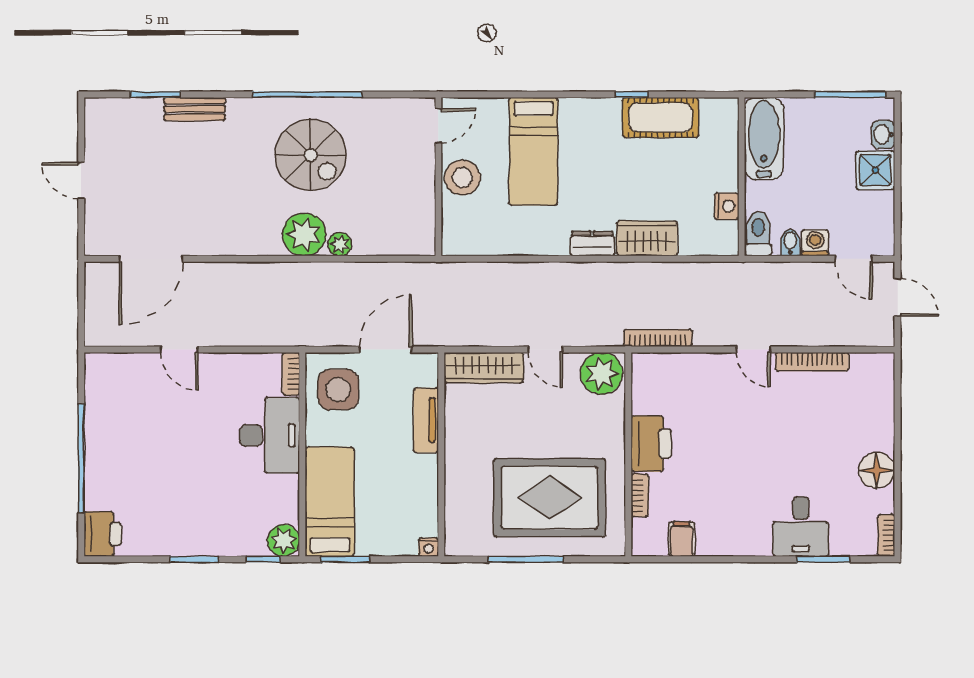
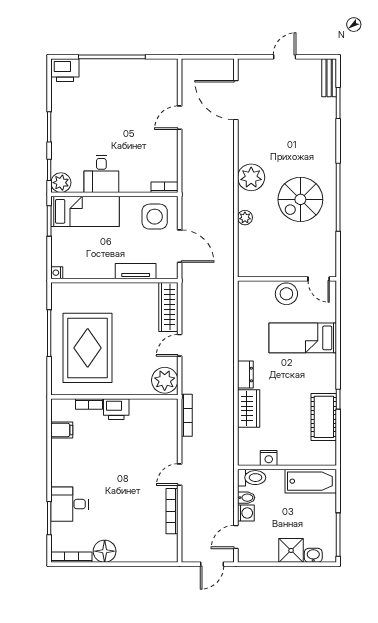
bench: (195, 109) -> (329, 78), moved
plant: (304, 234) -> (251, 177), moved
desk: (270, 435) -> (101, 174), moved, width x0.73
printer: (651, 444) -> (116, 409), width x0.73, depth x0.84
bookcase: (886, 535) -> (71, 557), width x1.56

